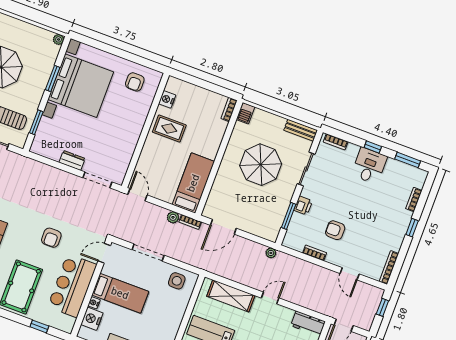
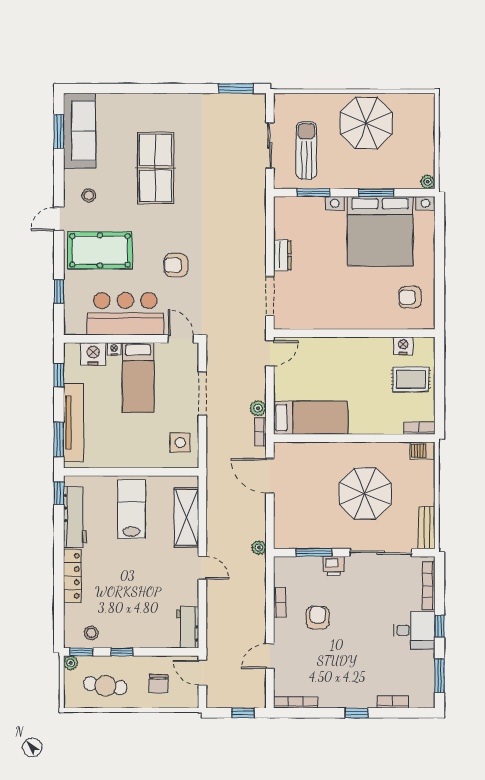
rug: (169, 129) -> (411, 379), moved, turned 90
bookcase: (336, 142) -> (429, 586), width x1.56
sliding door: (306, 169) -> (381, 553), width x1.37

